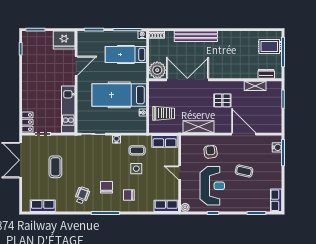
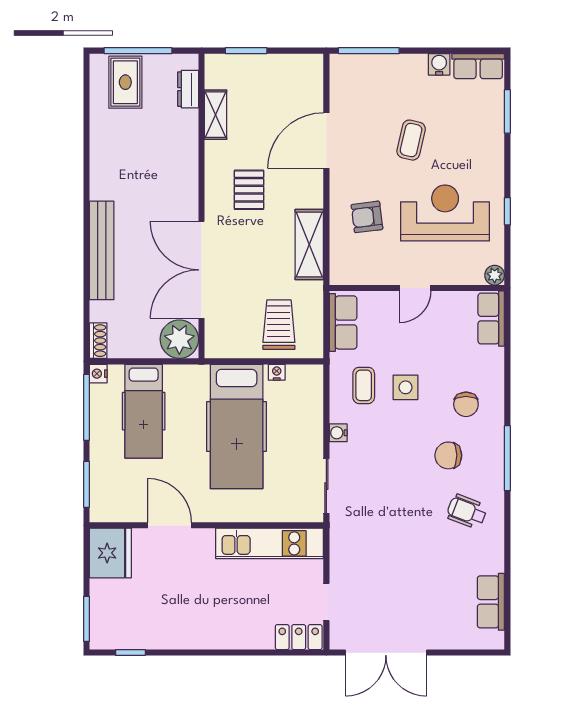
water cooler: (277, 147) -> (439, 64), moved
coffee table: (55, 167) -> (401, 573), removed

